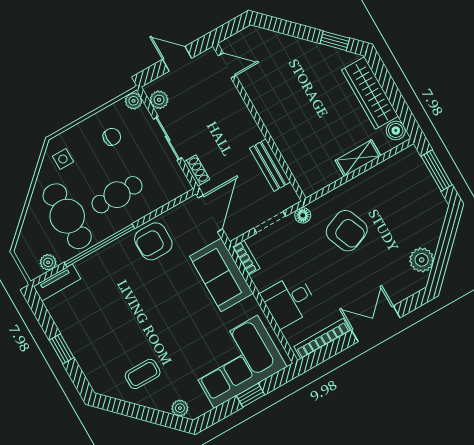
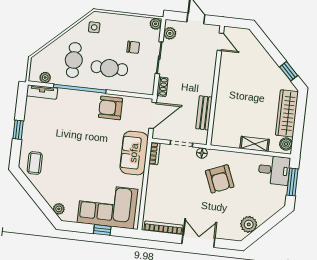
chair: (112, 137) -> (133, 47), moved
cafe table: (67, 216) -> (74, 60), width x0.73, depth x0.74
desk: (289, 301) -> (274, 170), moved, turned 180
coffee table: (143, 374) -> (35, 163), moved, turned 90

